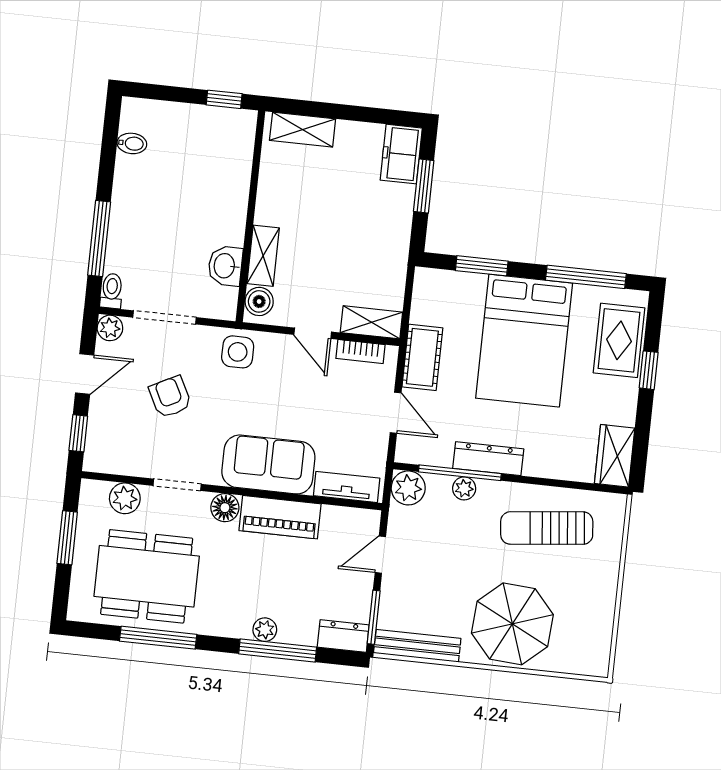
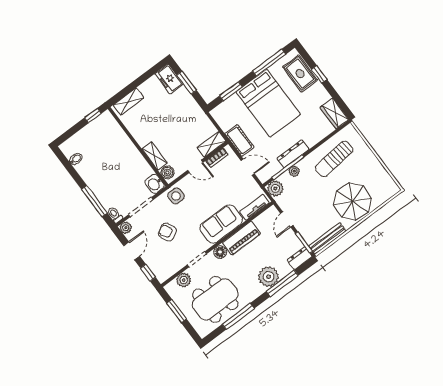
washbasin: (225, 266) -> (155, 184), moved
plant: (265, 630) -> (269, 277), width x1.87, depth x1.87

